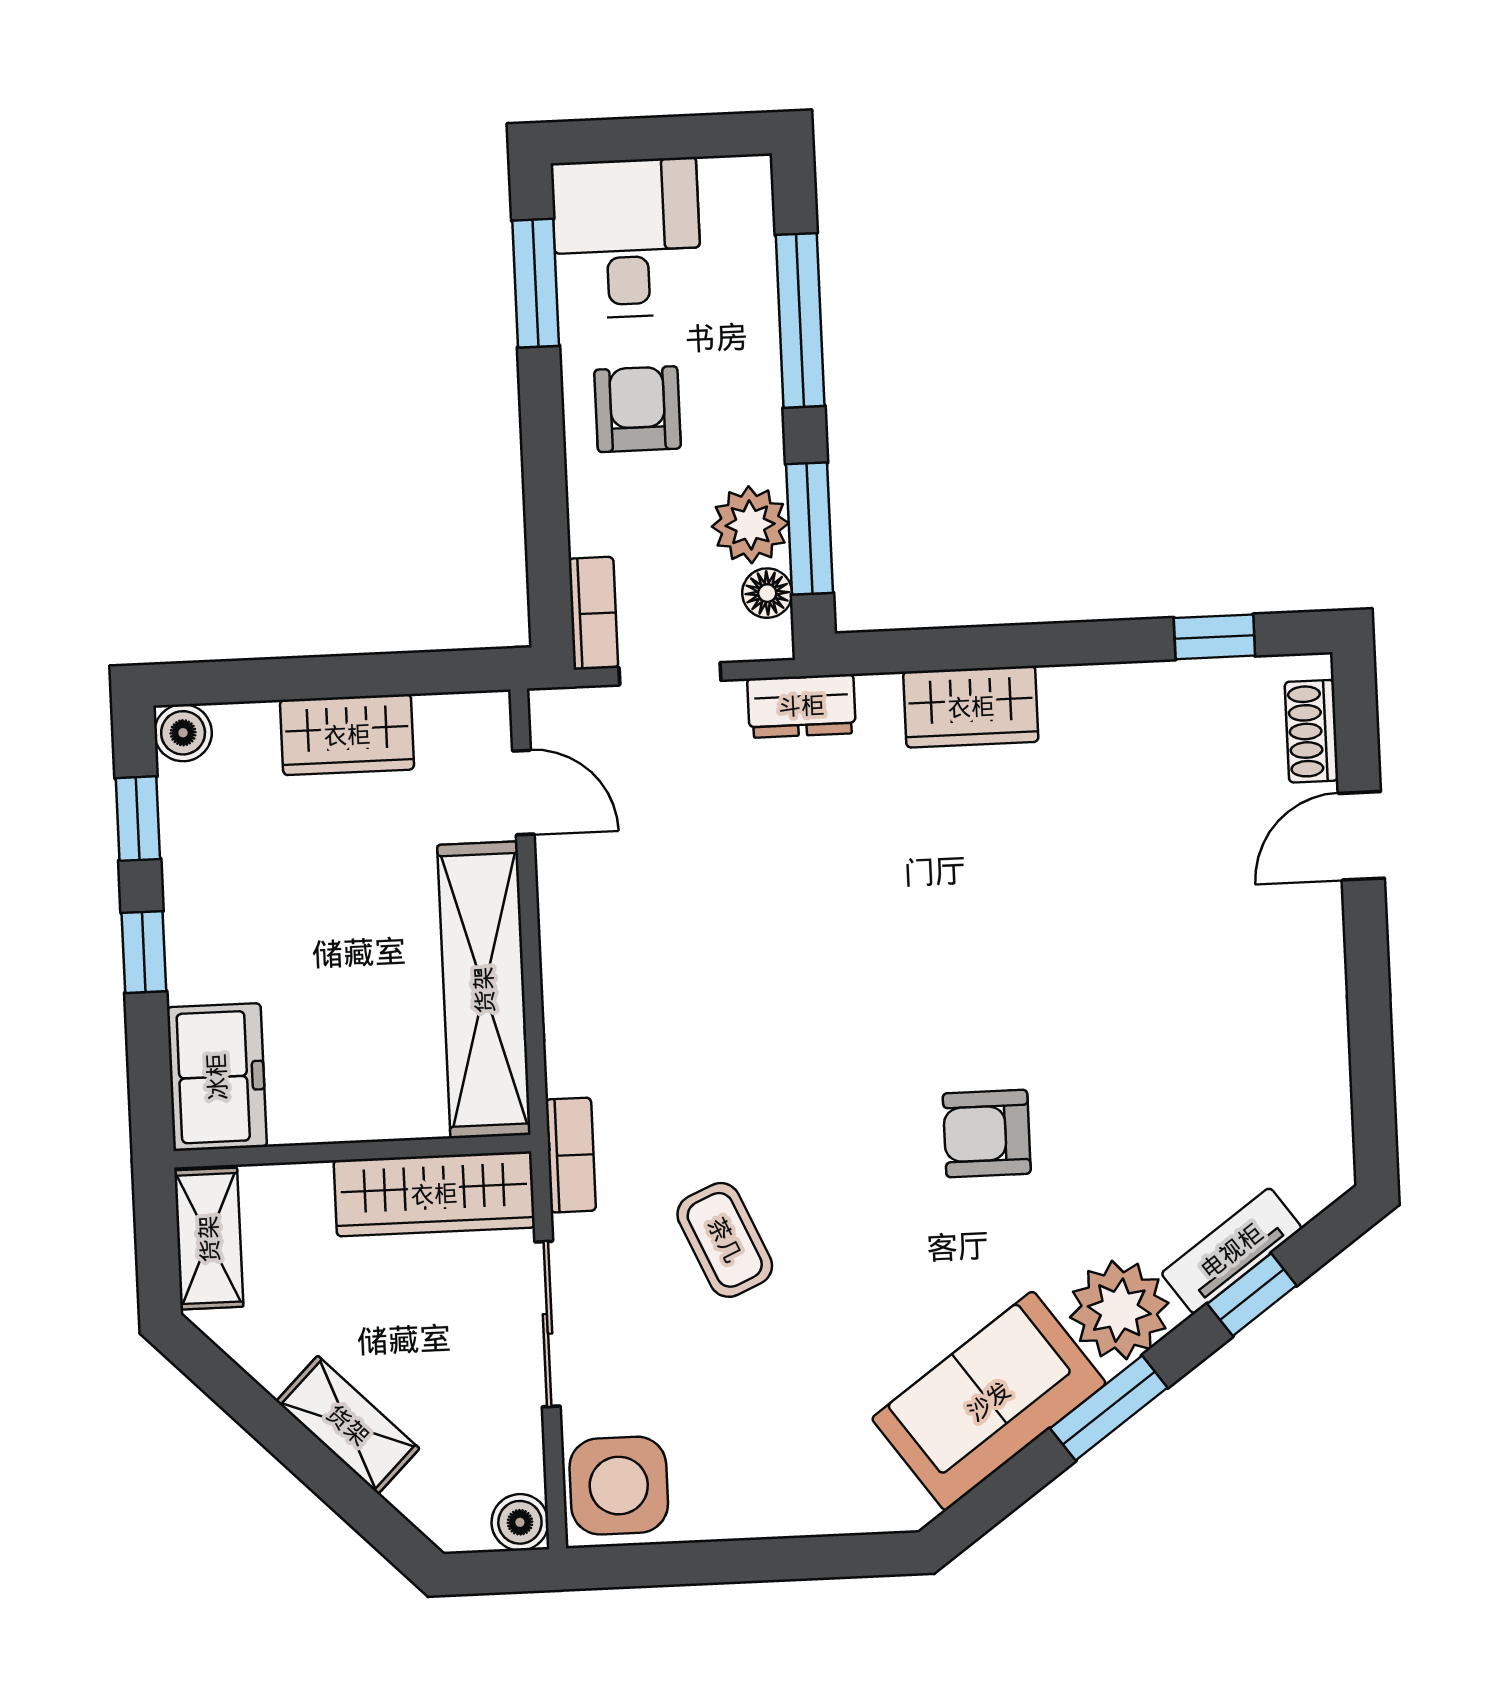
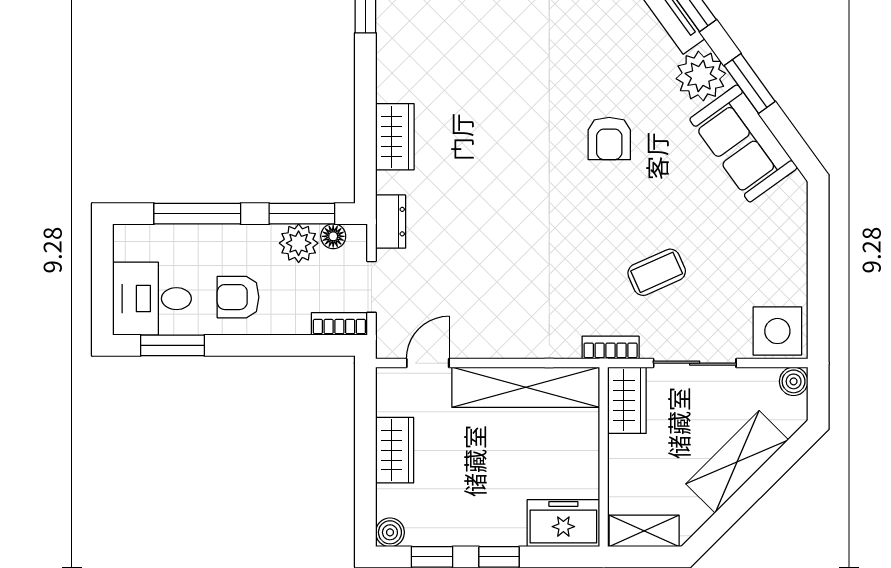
wardrobe: (434, 1194) -> (627, 400), width x0.67
shelving: (348, 1425) -> (737, 462), width x1.50, depth x1.33

